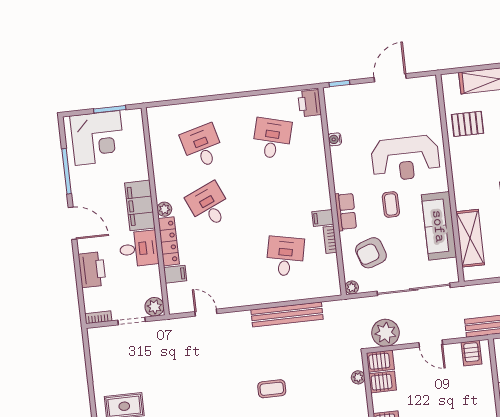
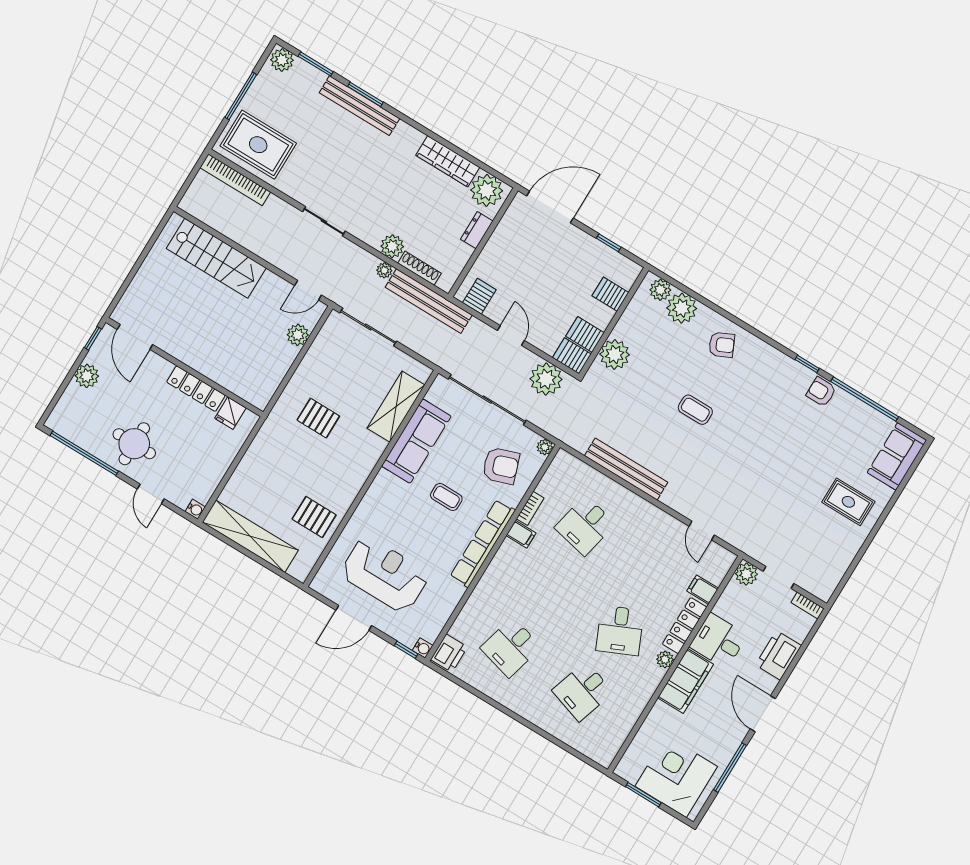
water cooler: (335, 139) -> (423, 648), moved
desk: (202, 146) -> (583, 691), turned 33
reception desk: (405, 158) -> (385, 574), moved
coffee table: (391, 204) -> (446, 497), turned 90
row of seats: (346, 212) -> (483, 543), width x2.02
plant: (358, 377) -> (615, 354), width x1.88, depth x1.88

